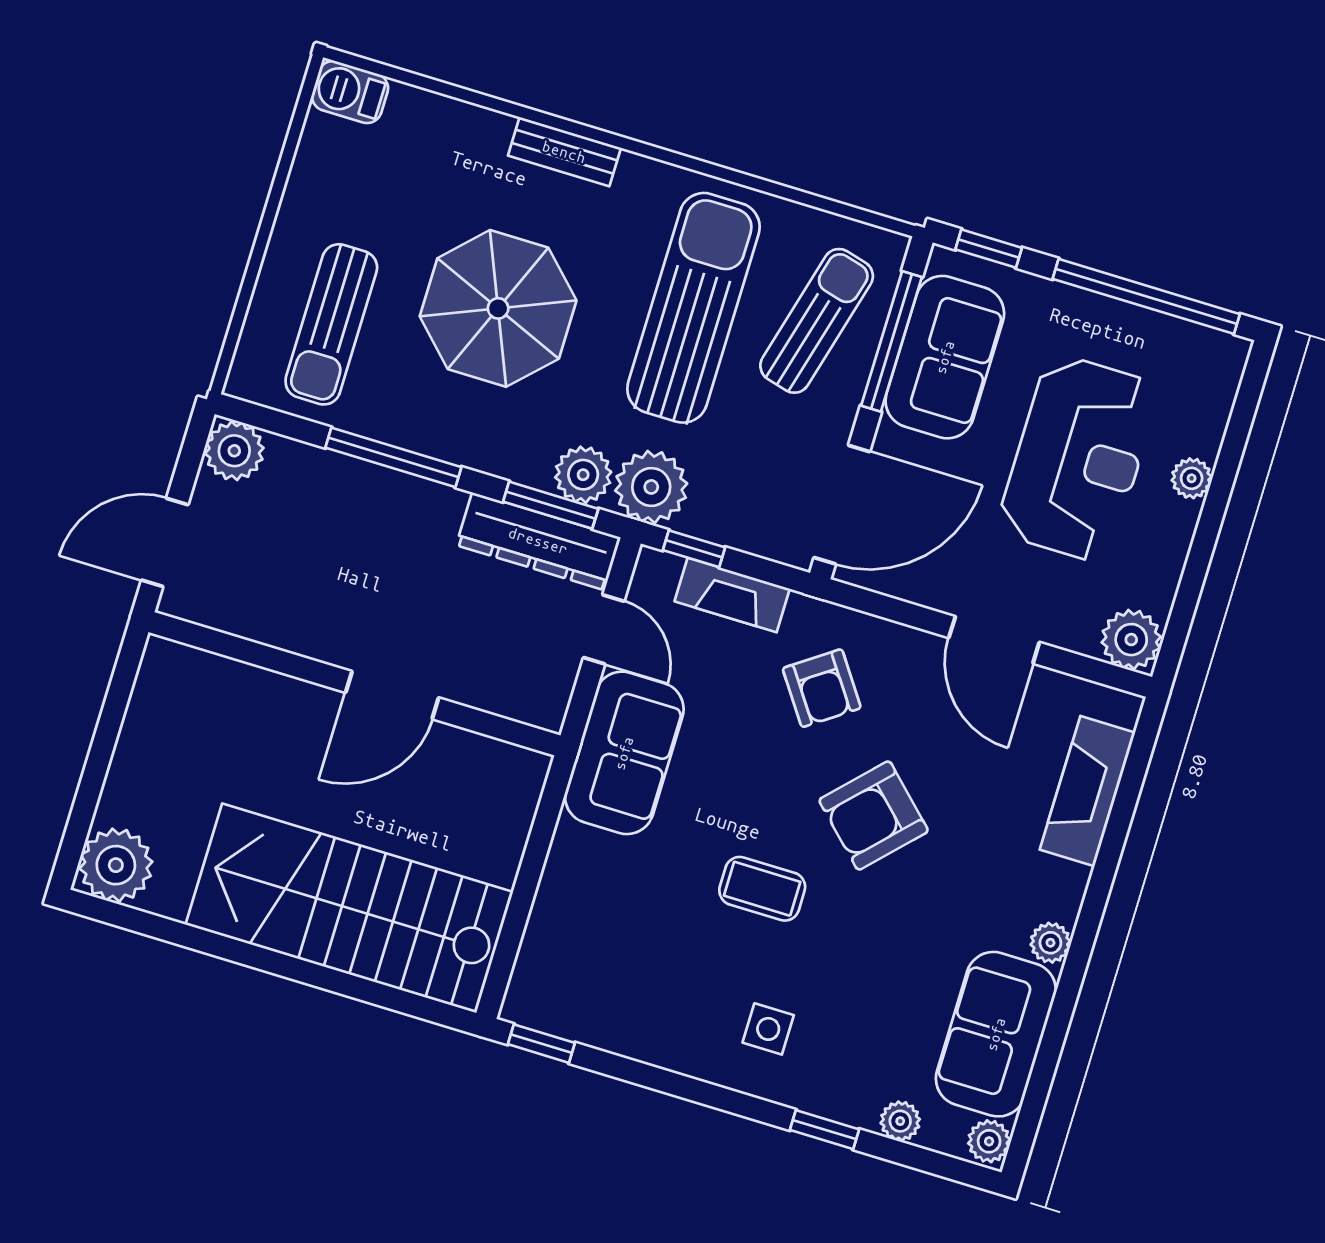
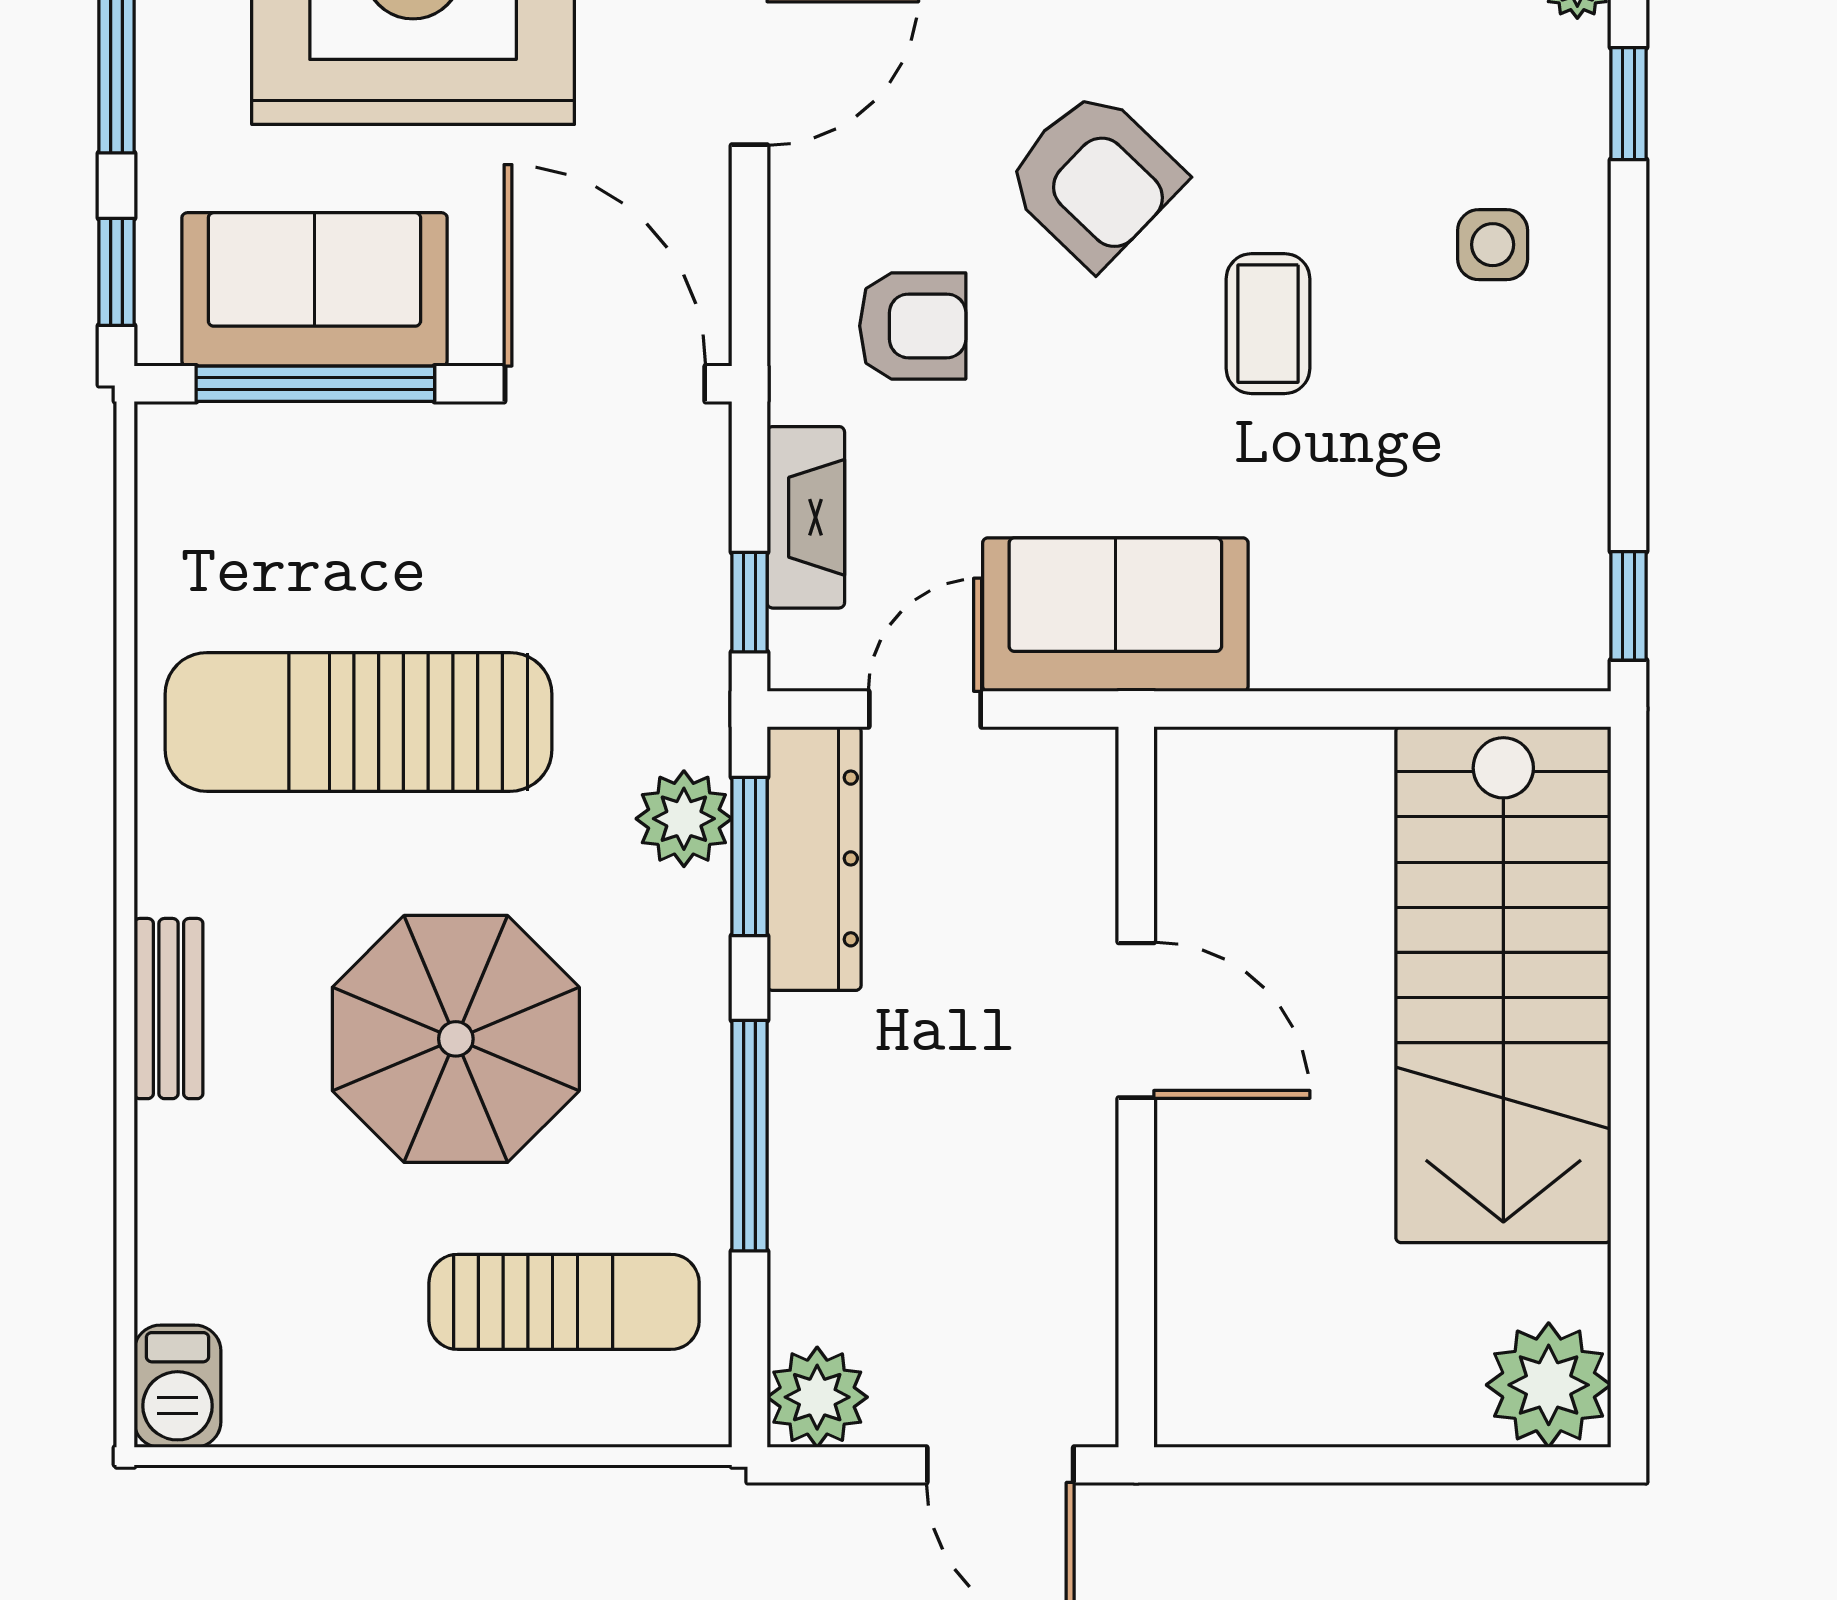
sun lounger: (817, 321) -> (319, 515), removed
plant: (651, 487) -> (670, 702), removed
armchair: (822, 688) -> (913, 326), turned 35

